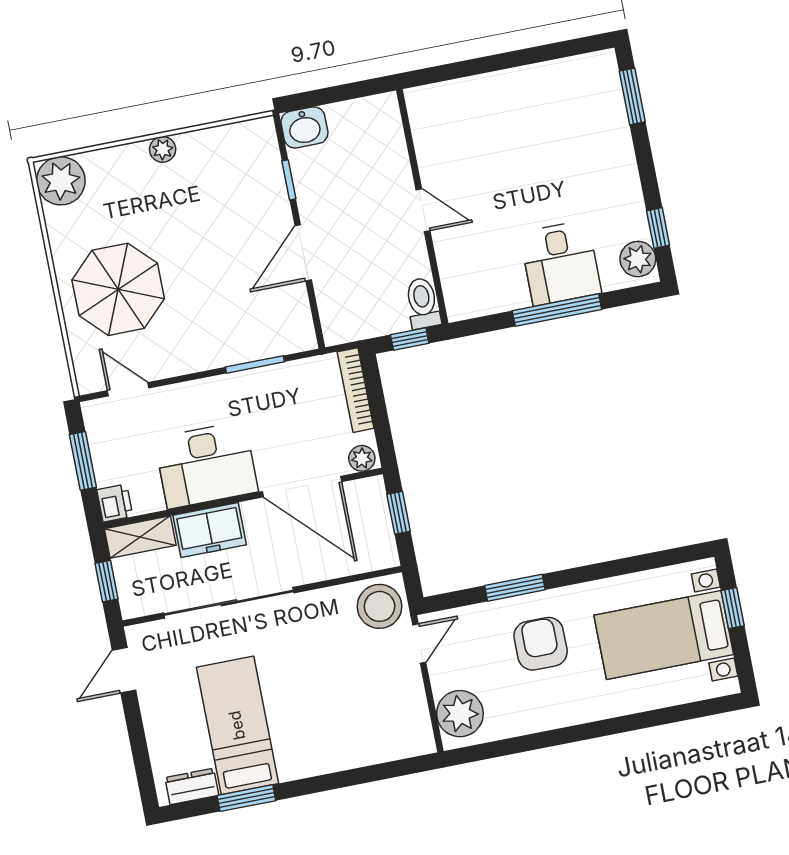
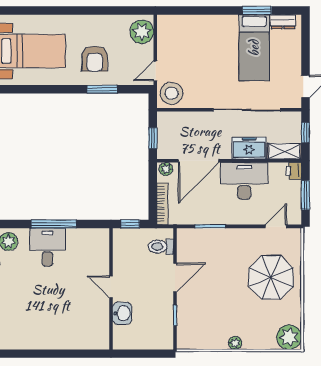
washbasin: (304, 127) -> (122, 313), moved, turned 90
toilet: (423, 303) -> (161, 247), moved, turned 90
door: (128, 389) -> (276, 226), swing flipped
door: (302, 487) -> (199, 161), swing flipped

